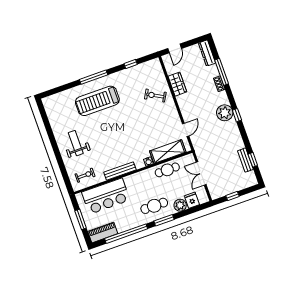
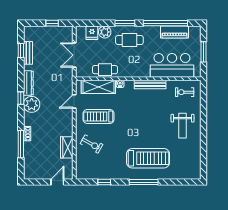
dresser: (207, 53) -> (28, 83), moved
treadmill: (158, 124) -> (99, 117), added
double door: (201, 173) -> (74, 55), swing flipped
piano: (103, 232) -> (174, 32), moved

